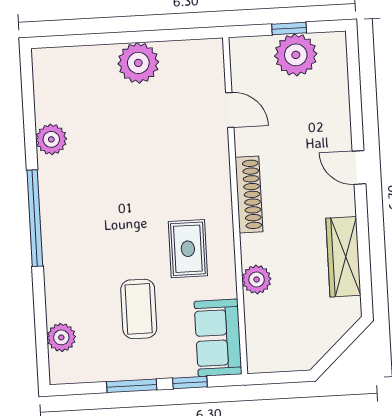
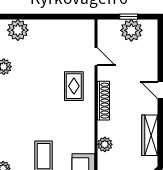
plant: (138, 63) -> (18, 30), moved
rug: (188, 249) -> (74, 86), moved

